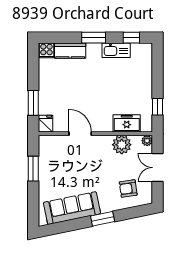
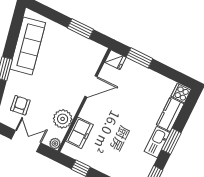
kitchen sink: (116, 50) -> (157, 142), moved

